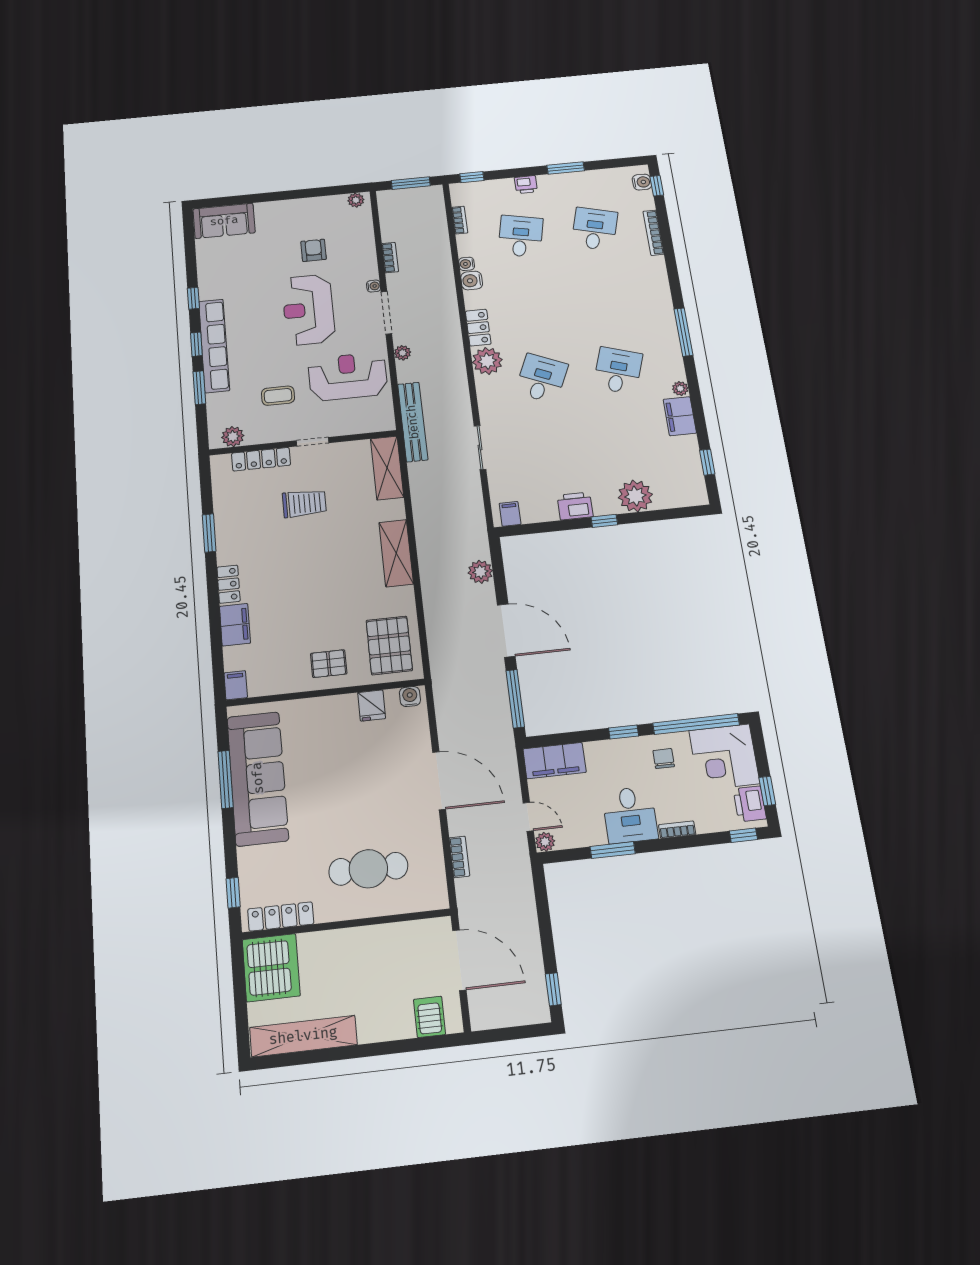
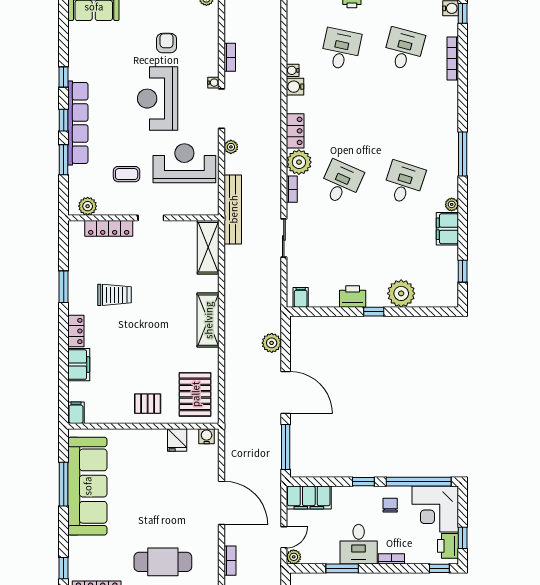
bookcase: (460, 220) -> (292, 189), moved
trolley: (304, 503) -> (114, 295), moved
door: (528, 817) -> (284, 537), hinge flipped

